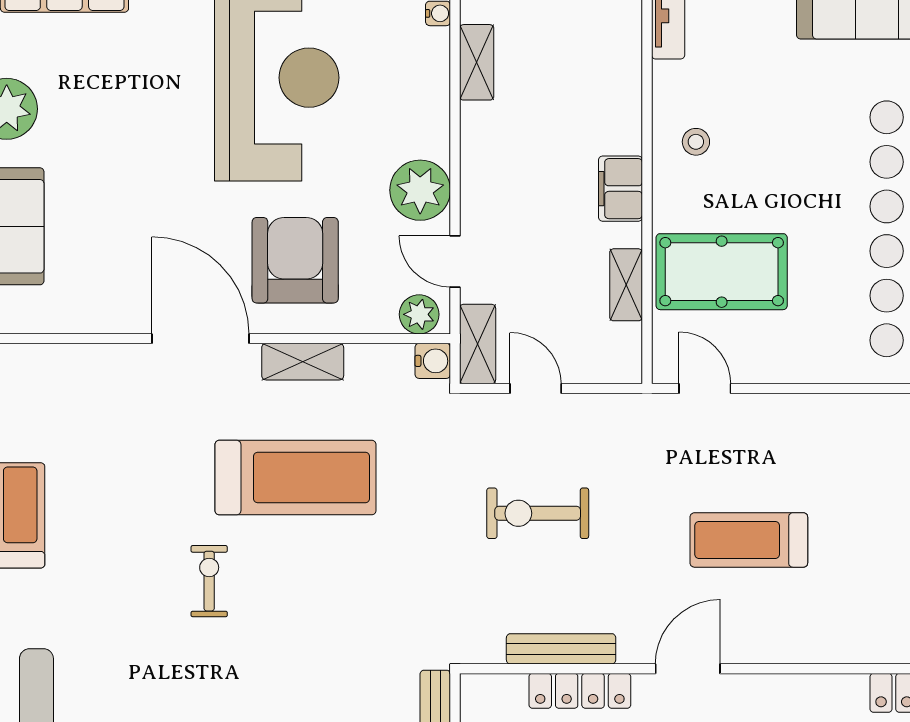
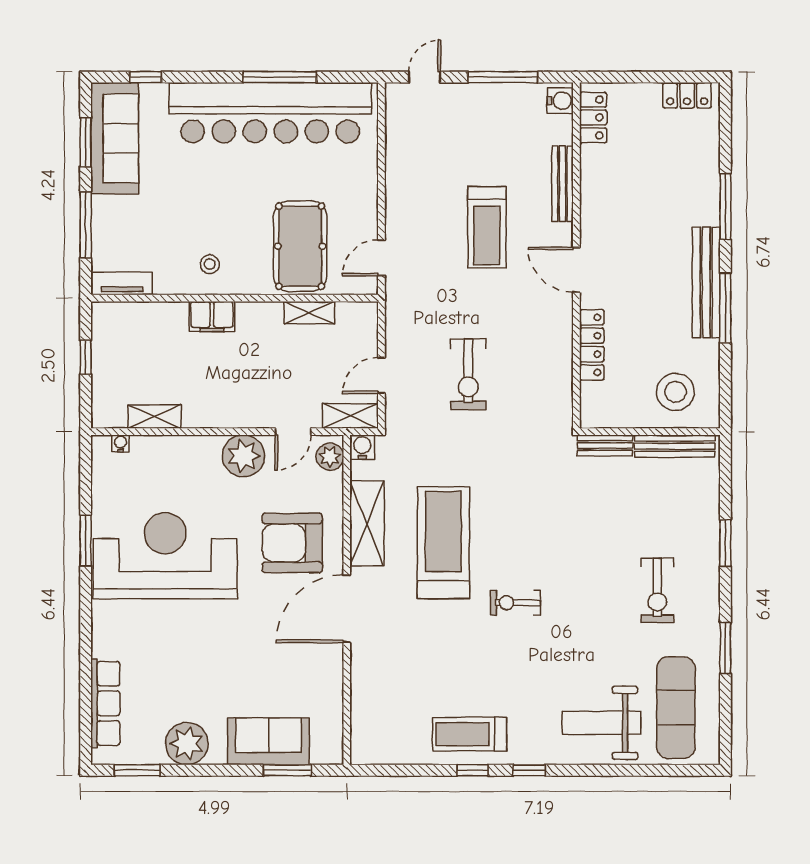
filing cabinet: (620, 189) -> (212, 317), moved
shelving: (303, 362) -> (367, 523), width x1.50, depth x1.33
bench: (561, 649) -> (563, 184), moved

